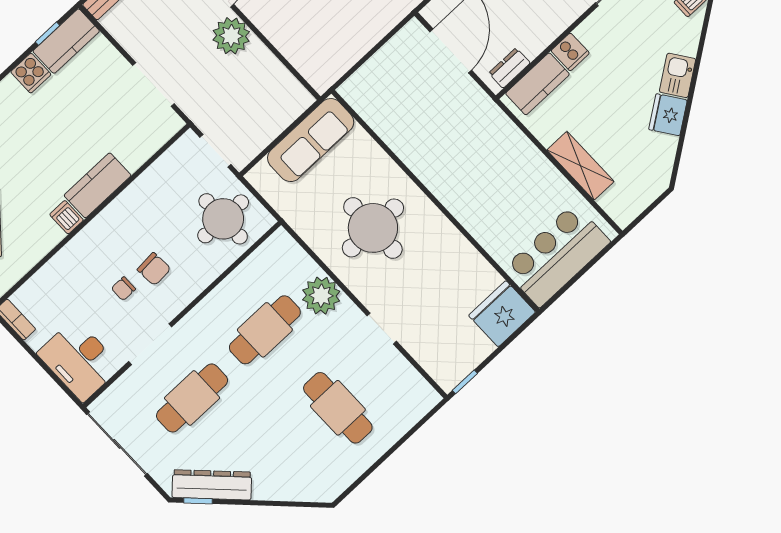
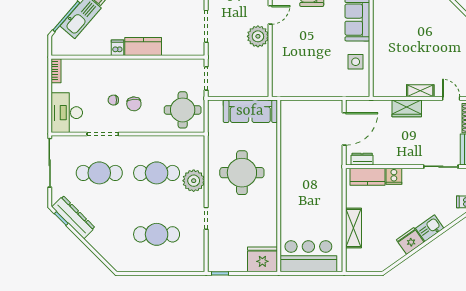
cafe table: (338, 408) -> (157, 234), turned 90

